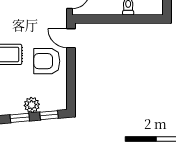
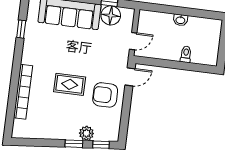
door: (71, 38) -> (130, 77), swing flipped

